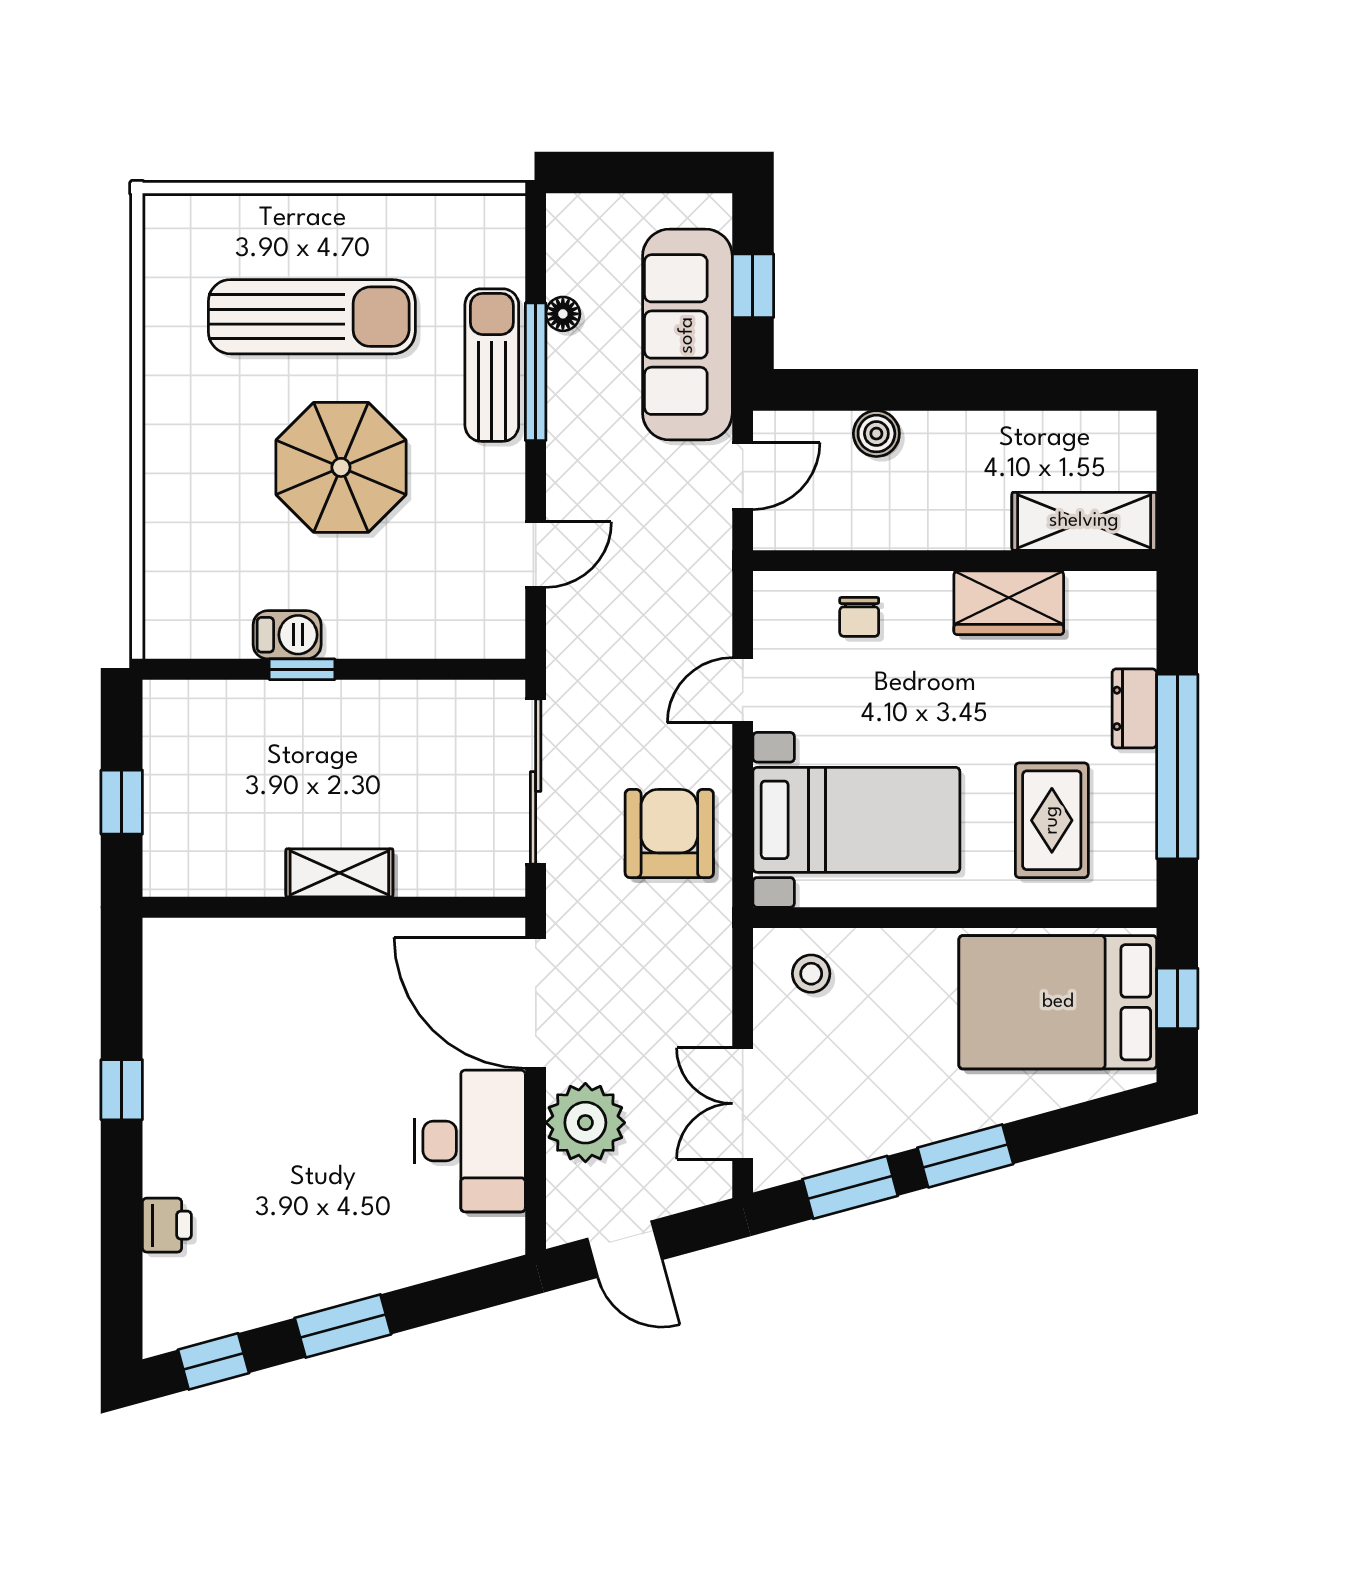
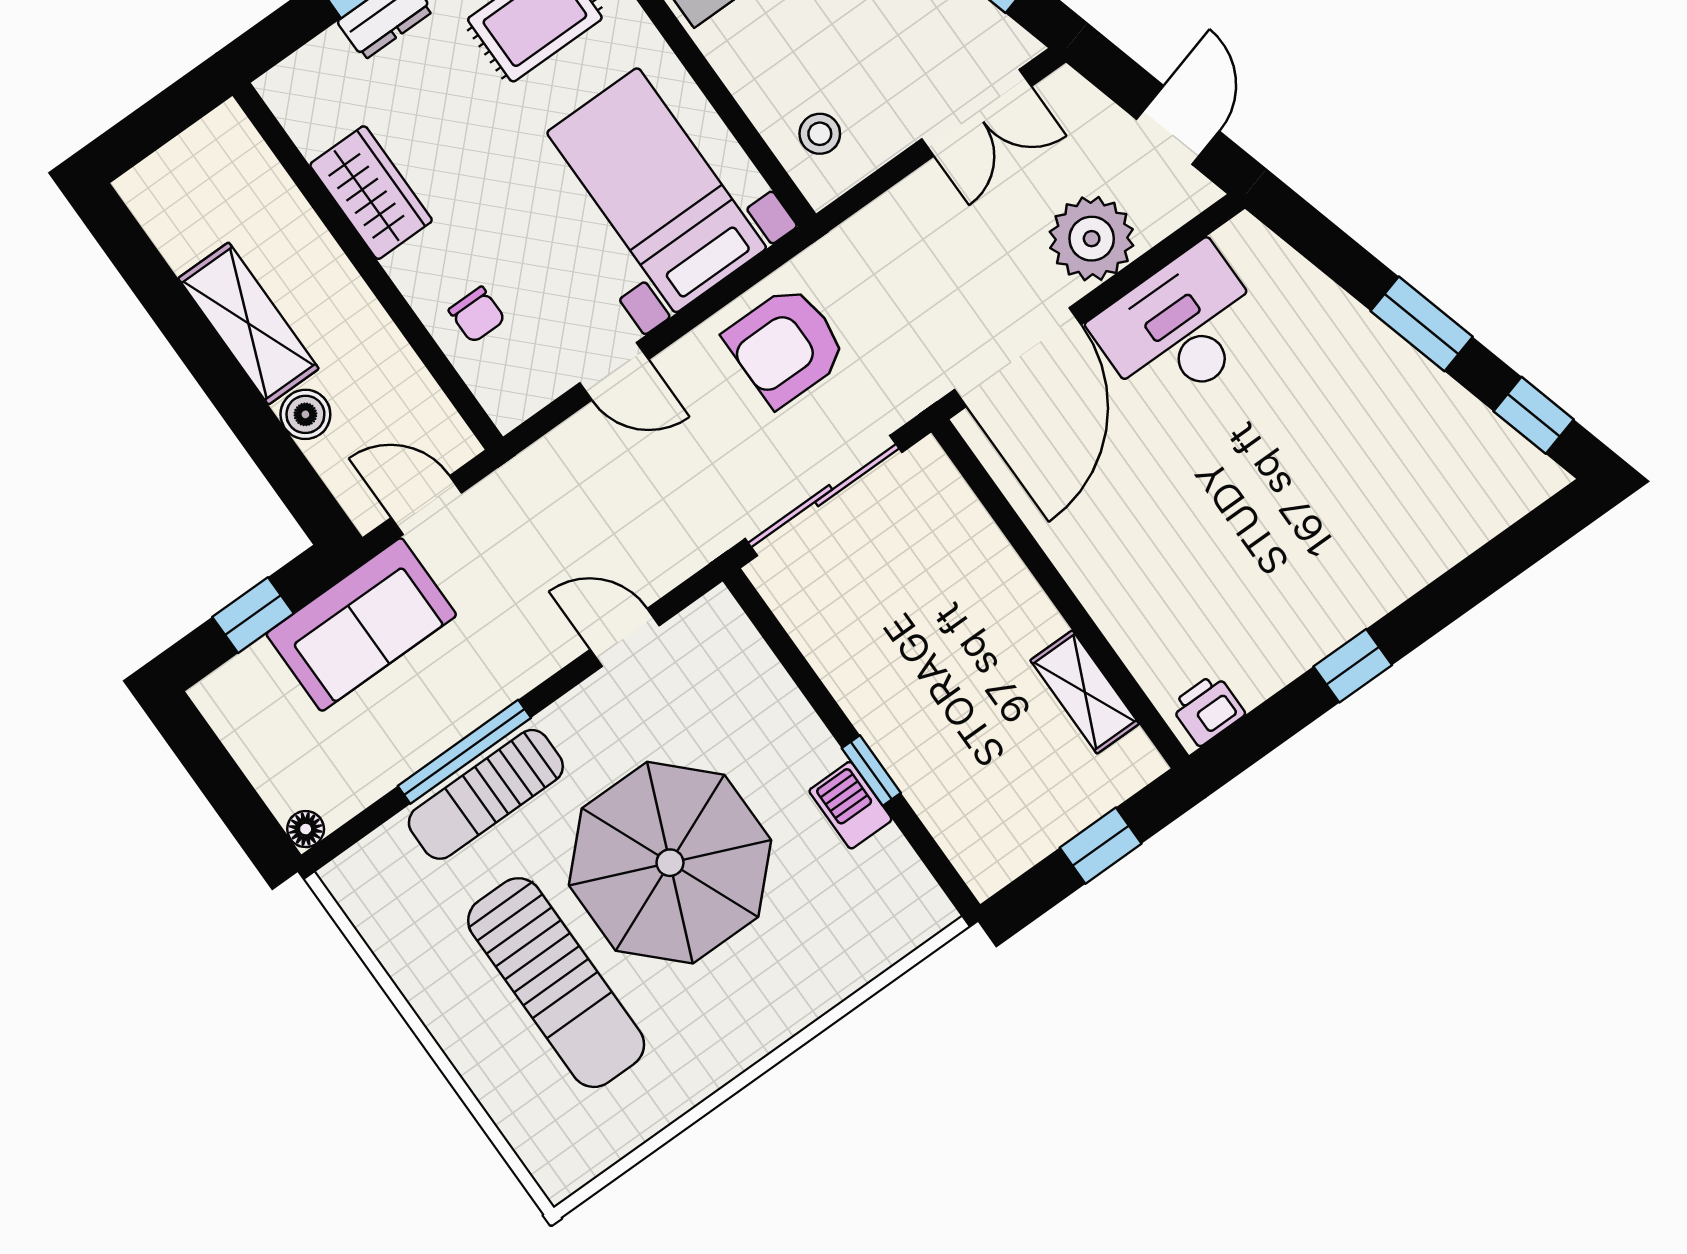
floor lamp: (563, 314) -> (306, 829), moved
sun lounger: (312, 317) -> (556, 983), turned 180
sofa: (687, 335) -> (361, 625), width x0.73
parasol: (341, 467) -> (670, 863), width x1.36, depth x1.36
shelving: (1084, 521) -> (248, 323), moved
chair: (859, 617) -> (477, 315), turned 90
shelving: (339, 873) -> (1085, 692), moved
printer: (167, 1225) -> (1208, 709), moved

